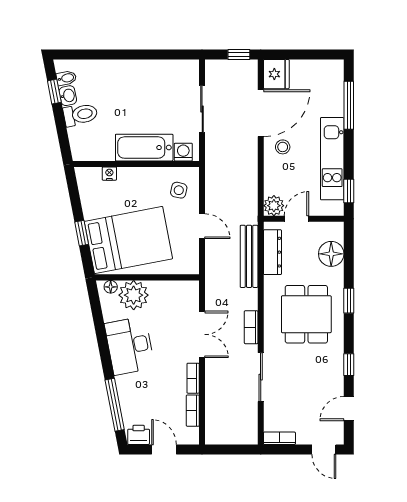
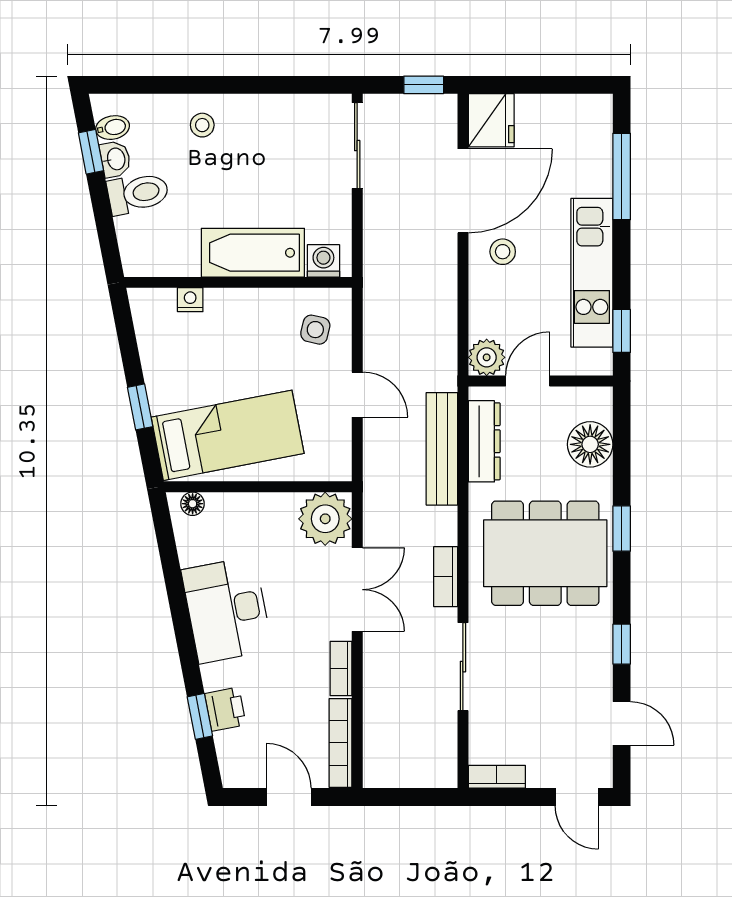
stool: (116, 77) -> (202, 125), added
sliding door: (202, 109) -> (357, 146), moved
bed: (128, 240) -> (228, 435), width x0.67
plant: (134, 295) -> (325, 519), moved
dining table: (306, 314) -> (545, 553), width x1.38
window: (115, 405) -> (200, 716), width x0.46
door: (349, 409) -> (622, 723), swing flipped
bookcase: (193, 411) -> (341, 743), width x1.56
printer: (139, 435) -> (225, 709), moved, turned 79

